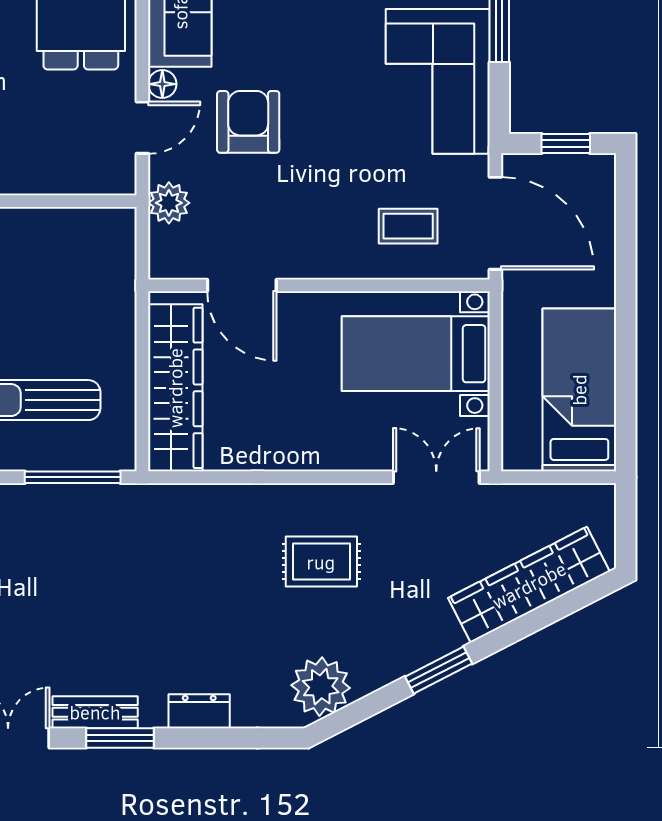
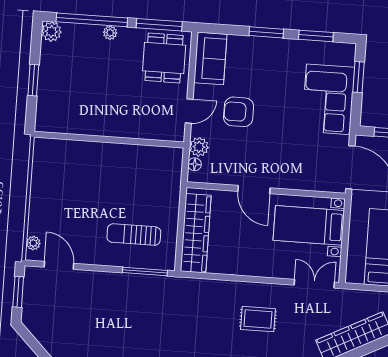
floor lamp: (162, 84) -> (195, 164), moved
armchair: (248, 122) -> (239, 112), turned -90
coffee table: (408, 226) -> (310, 166), removed
door: (242, 285) -> (254, 190), moved

